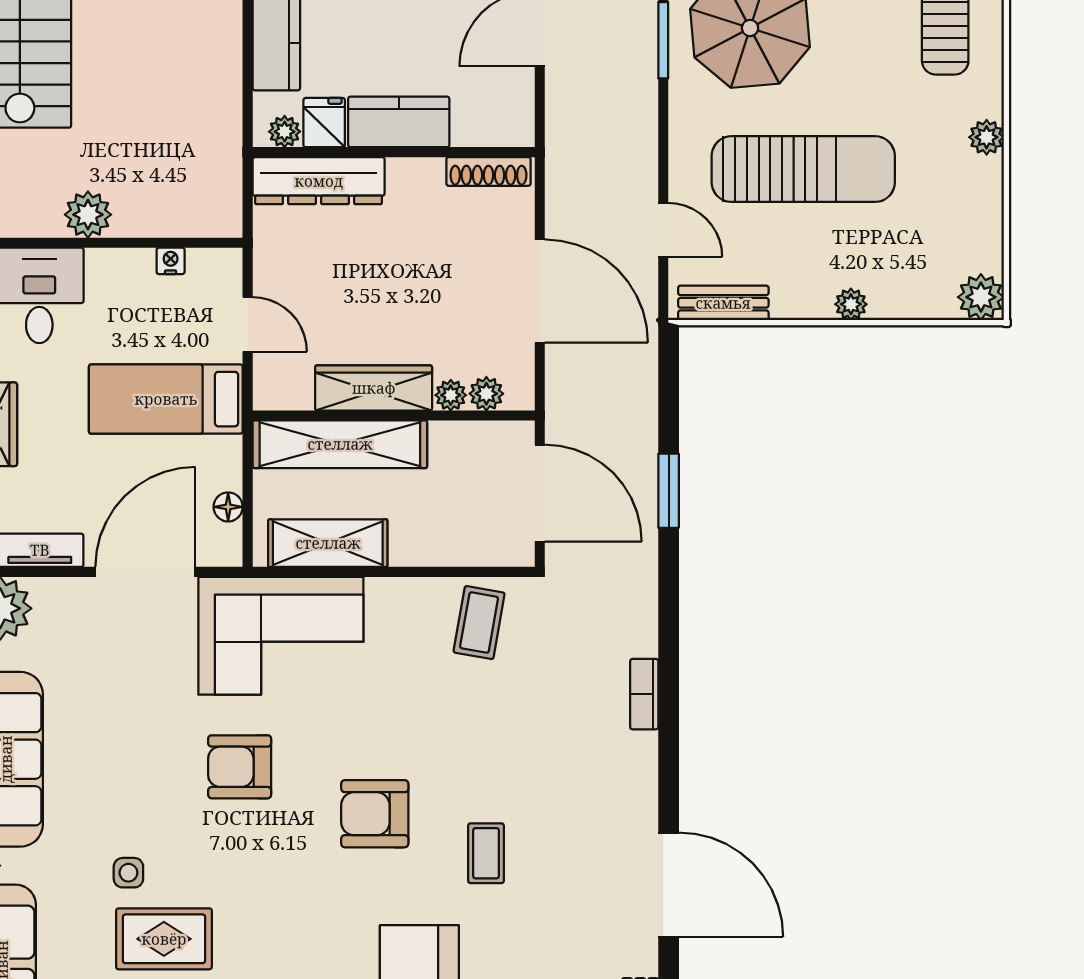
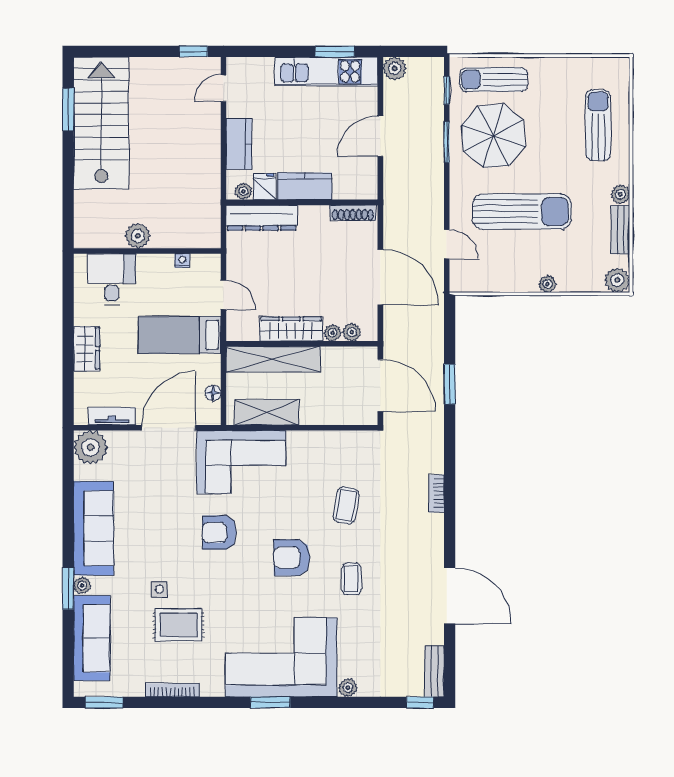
bench: (723, 303) -> (620, 230), moved, turned 90
coffee table: (479, 623) -> (346, 506), moved

